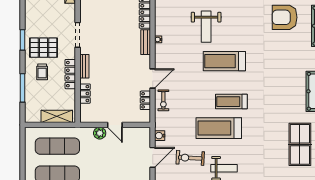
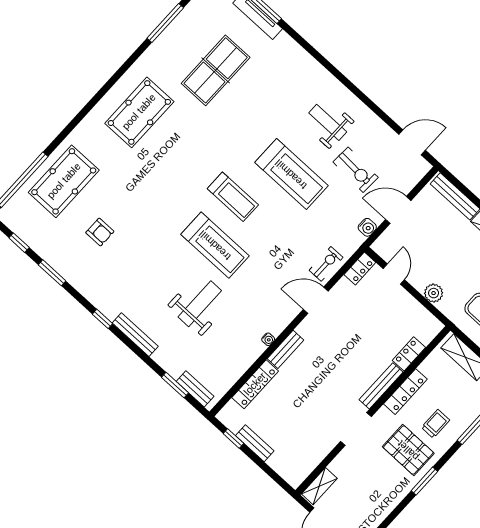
armchair: (285, 17) -> (100, 232), width x0.53, depth x0.53
bench: (84, 66) -> (381, 386), width x1.36
locker: (145, 100) -> (360, 268), moved
treadmill: (231, 102) -> (233, 197), moved
door: (115, 125) -> (394, 274), moved

